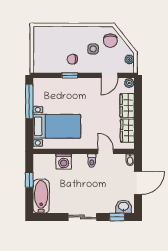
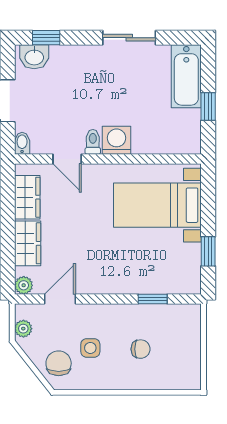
chair: (72, 59) -> (141, 349), moved
window: (70, 75) -> (153, 299), moved
window: (29, 101) -> (208, 251), width x0.46
washing machine: (64, 162) -> (116, 140), moved
sliding door: (82, 217) -> (129, 38), moved

